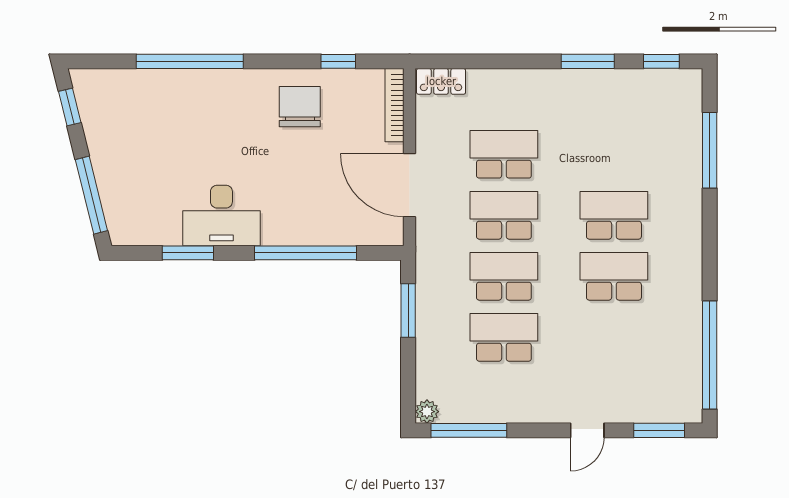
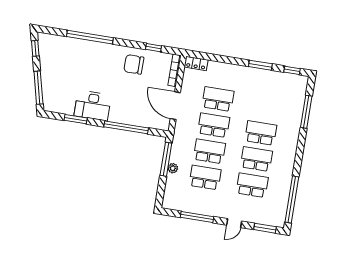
chair: (300, 107) -> (134, 64), turned -90
window: (408, 310) -> (166, 159), width x1.44
school desk: (614, 337) -> (252, 185), added
plant: (427, 412) -> (173, 168), moved
window: (469, 430) -> (197, 217), moved

